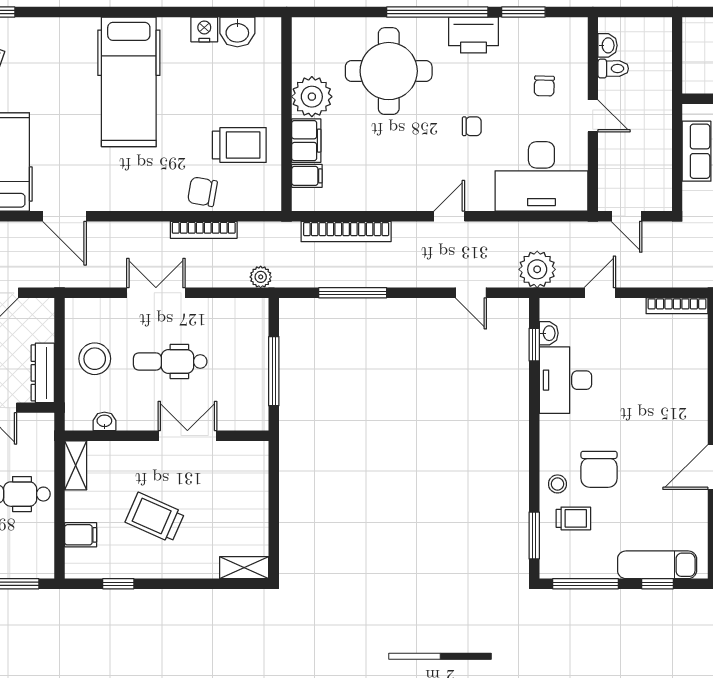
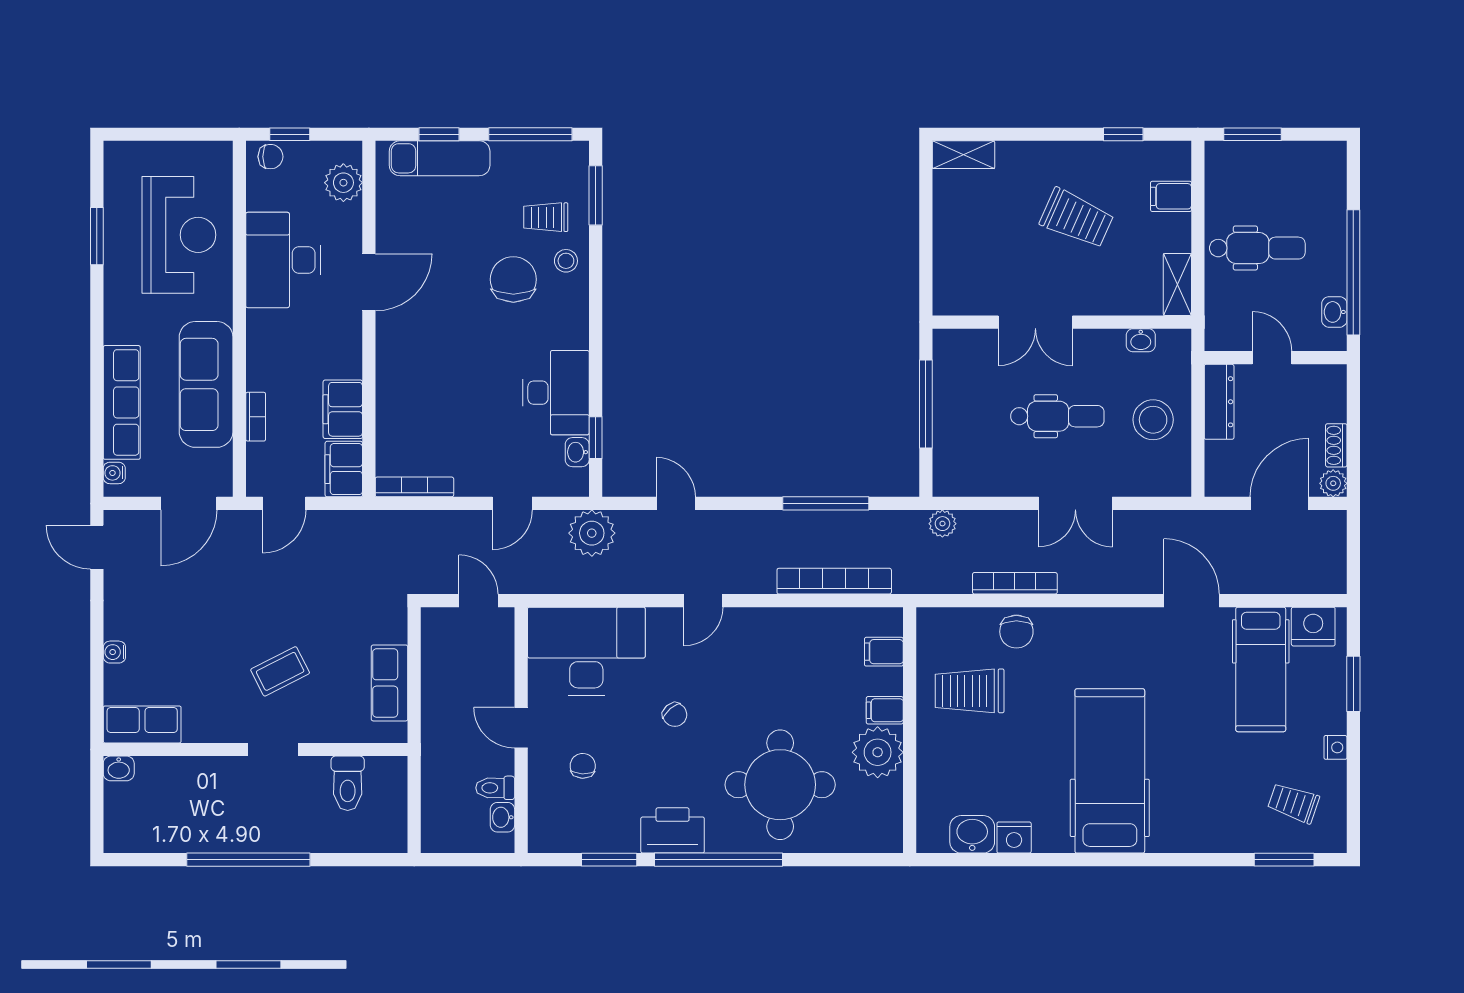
chair: (472, 126) -> (675, 715), turned -131
filing cabinet: (306, 141) -> (885, 710), width x0.50
chair: (202, 192) -> (1016, 632), turned 80

